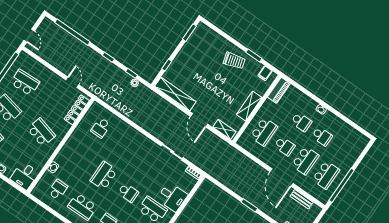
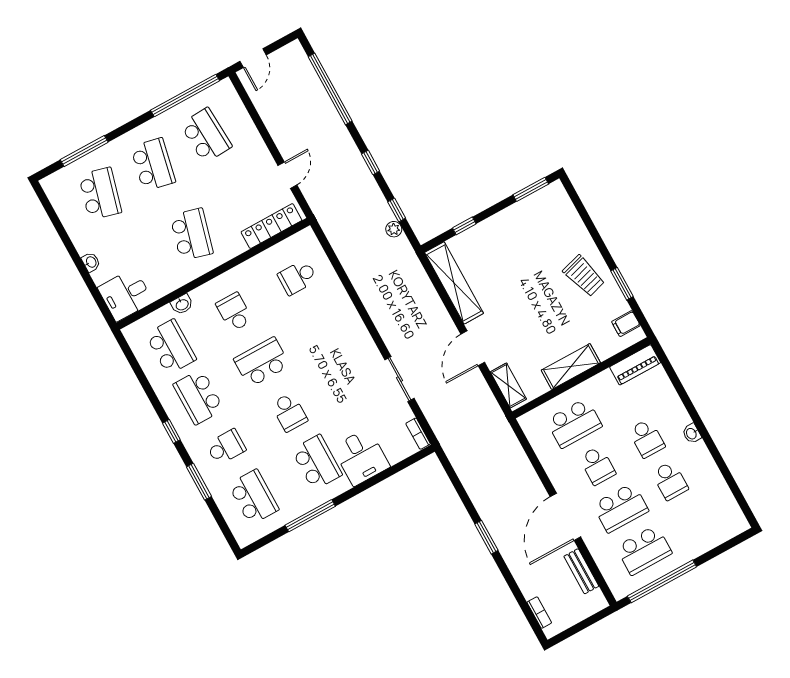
school desk: (79, 159) -> (234, 312), added
school desk: (58, 190) -> (171, 347), width x1.85

